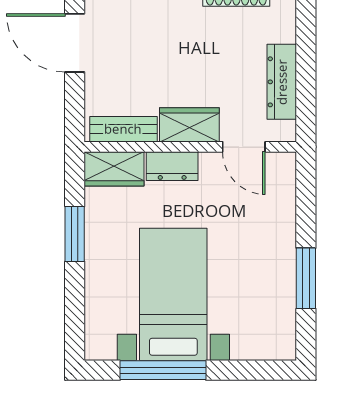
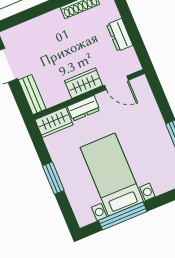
dresser: (282, 82) -> (120, 35), width x0.70
bench: (123, 129) -> (32, 95), moved, turned 90
window: (75, 234) -> (53, 178), moved

